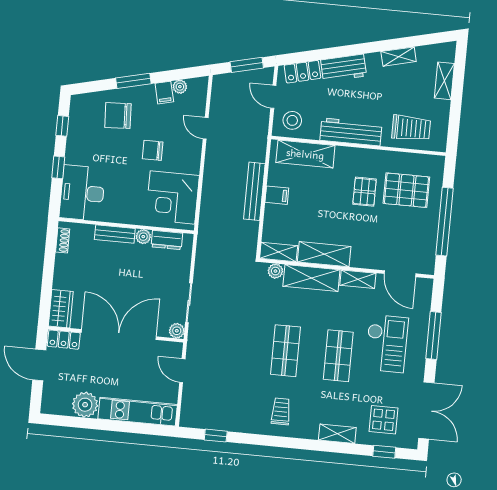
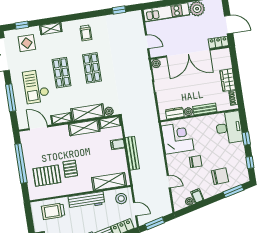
window: (133, 81) -> (233, 191), moved
filing cabinet: (277, 195) -> (118, 144), moved
wardrobe: (61, 309) -> (228, 80), moved

